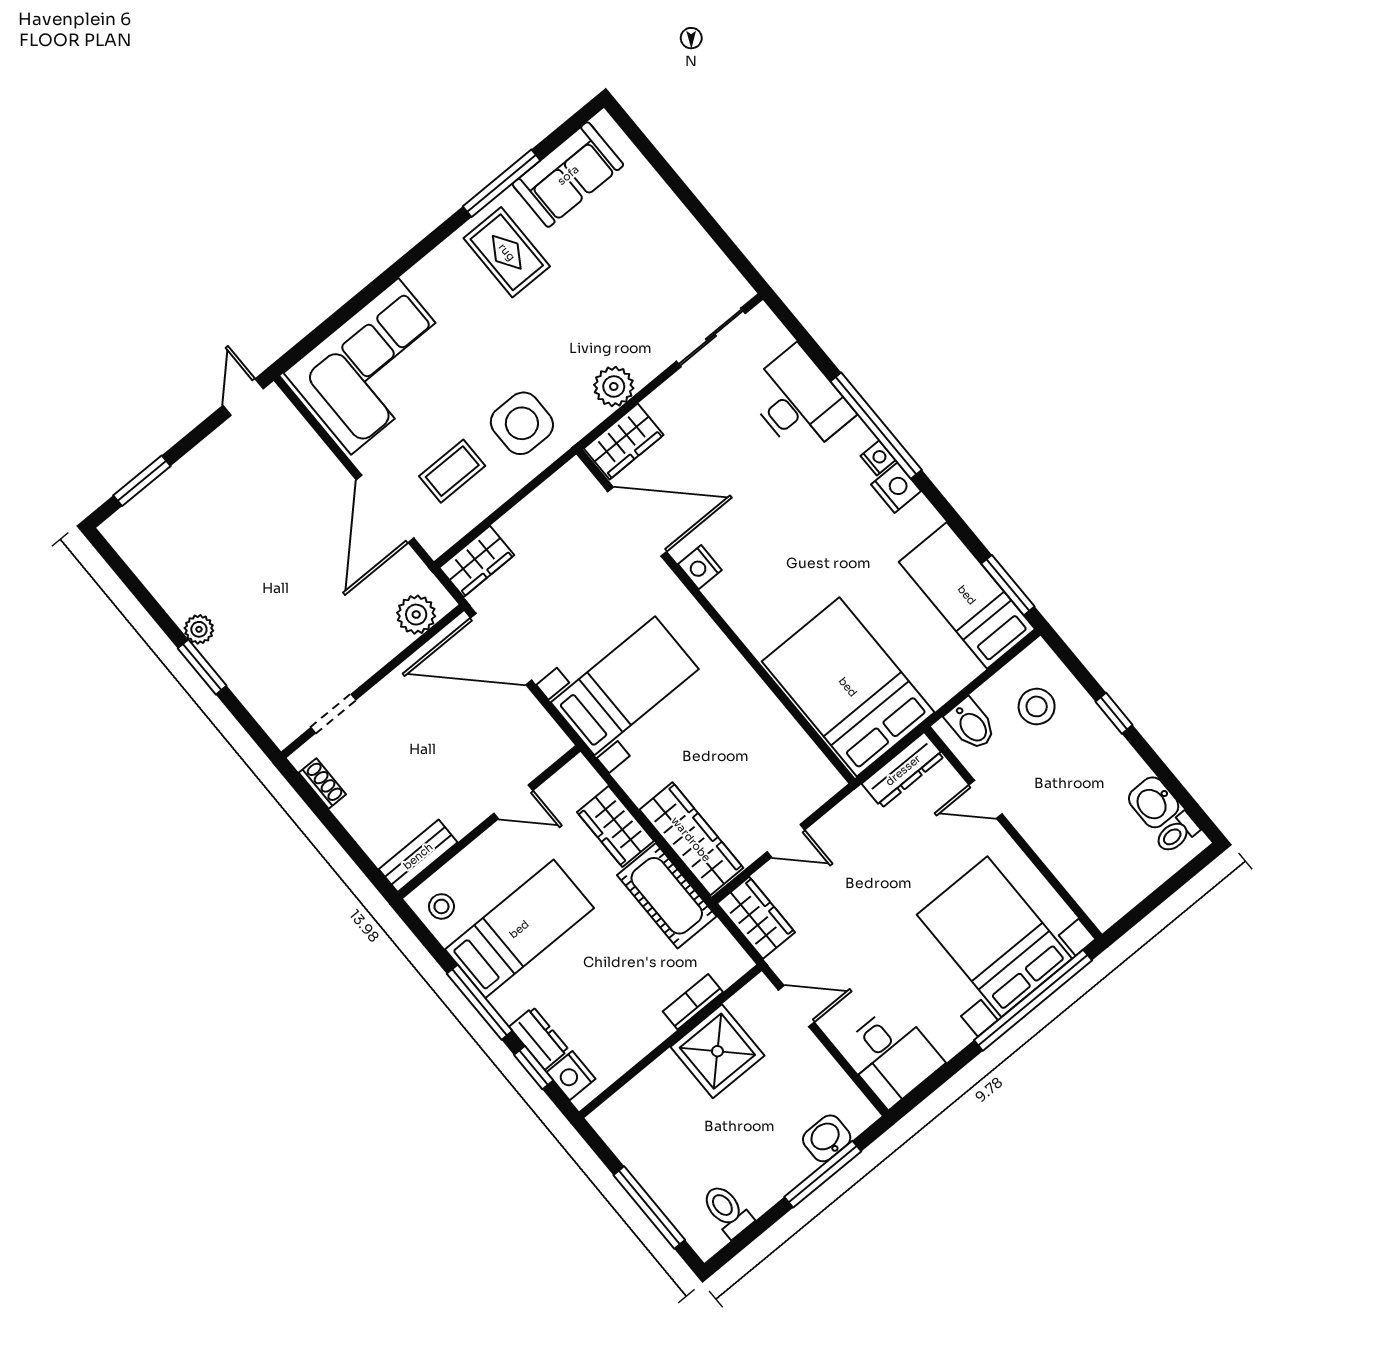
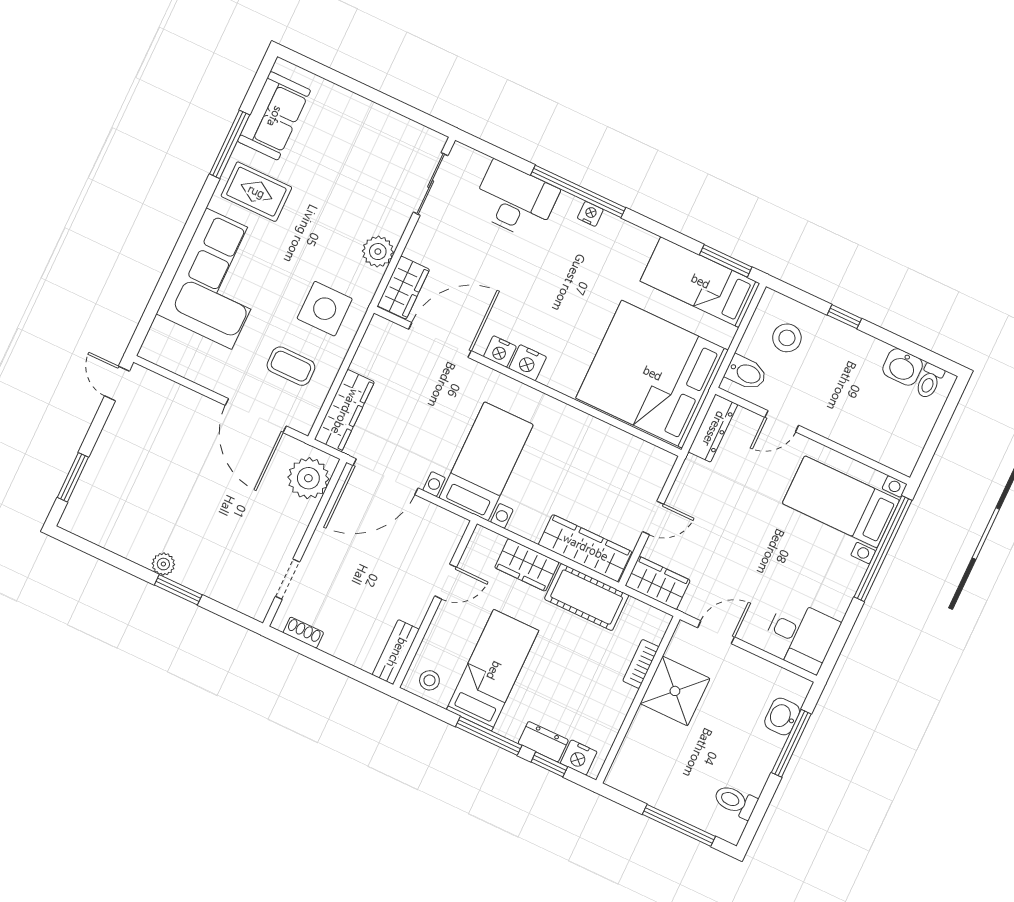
corner sofa: (375, 366) -> (219, 279), moved
coffee table: (452, 471) -> (291, 366), turned 90
nightstand: (896, 488) -> (528, 363), moved, turned 180
wardrobe: (477, 561) -> (344, 411), width x1.50
plant: (416, 615) -> (308, 478), width x1.36, depth x1.36
bed: (848, 687) -> (652, 374), width x1.36
bed with nightstands: (994, 937) -> (841, 502), width x0.73

